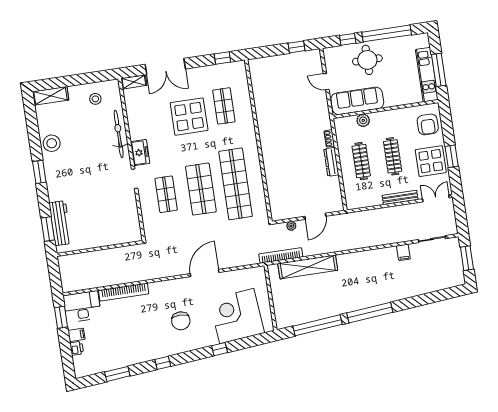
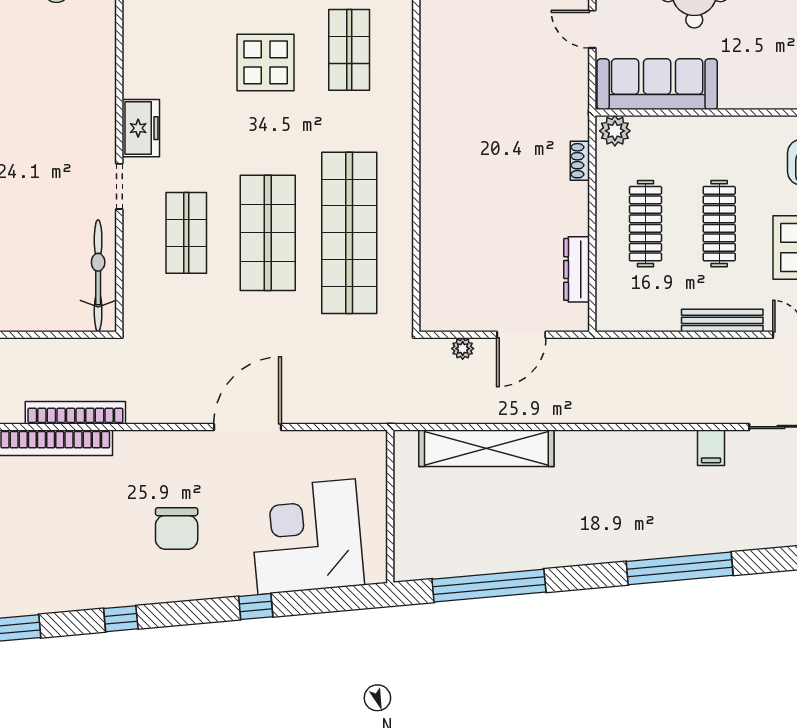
display table: (189, 117) -> (266, 62), width x0.73, depth x0.73
plant: (363, 120) -> (615, 131), moved
bicycle: (119, 134) -> (98, 276), moved
dresser: (331, 162) -> (577, 269), moved
bookcase: (281, 255) -> (75, 413), moved
window: (370, 313) -> (680, 568), moved

